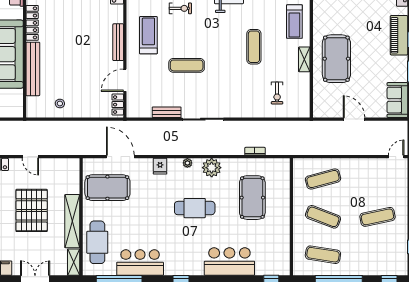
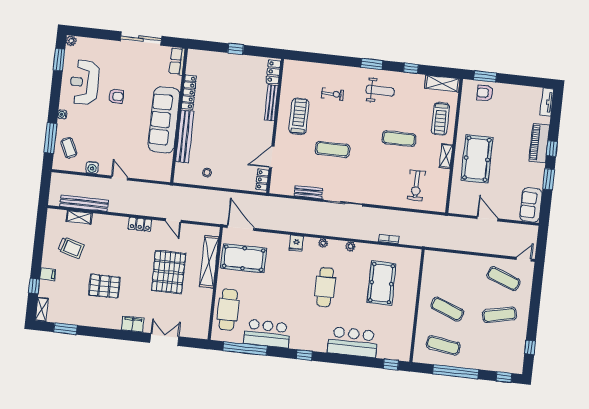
bench: (118, 42) -> (271, 103), moved
exercise mat: (254, 47) -> (399, 139), turned 90
exercise bike: (277, 93) -> (416, 185), width x1.38, depth x1.39
door: (120, 157) -> (241, 228), moved
plant: (212, 168) -> (350, 246), width x0.53, depth x0.53
exercise mat: (323, 179) -> (504, 279), moved, turned 36
cafe table: (195, 208) -> (325, 287), turned 90
shelving: (72, 221) -> (209, 262), moved
shelving: (74, 262) -> (203, 326), removed

